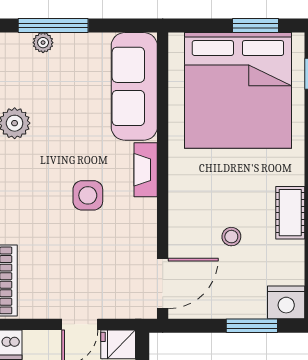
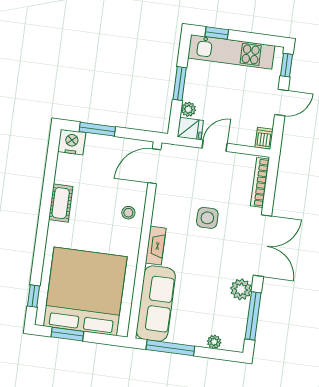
window: (53, 26) -> (170, 348), moved
side table: (88, 195) -> (207, 218), moved
stool: (231, 237) -> (128, 213), moved

